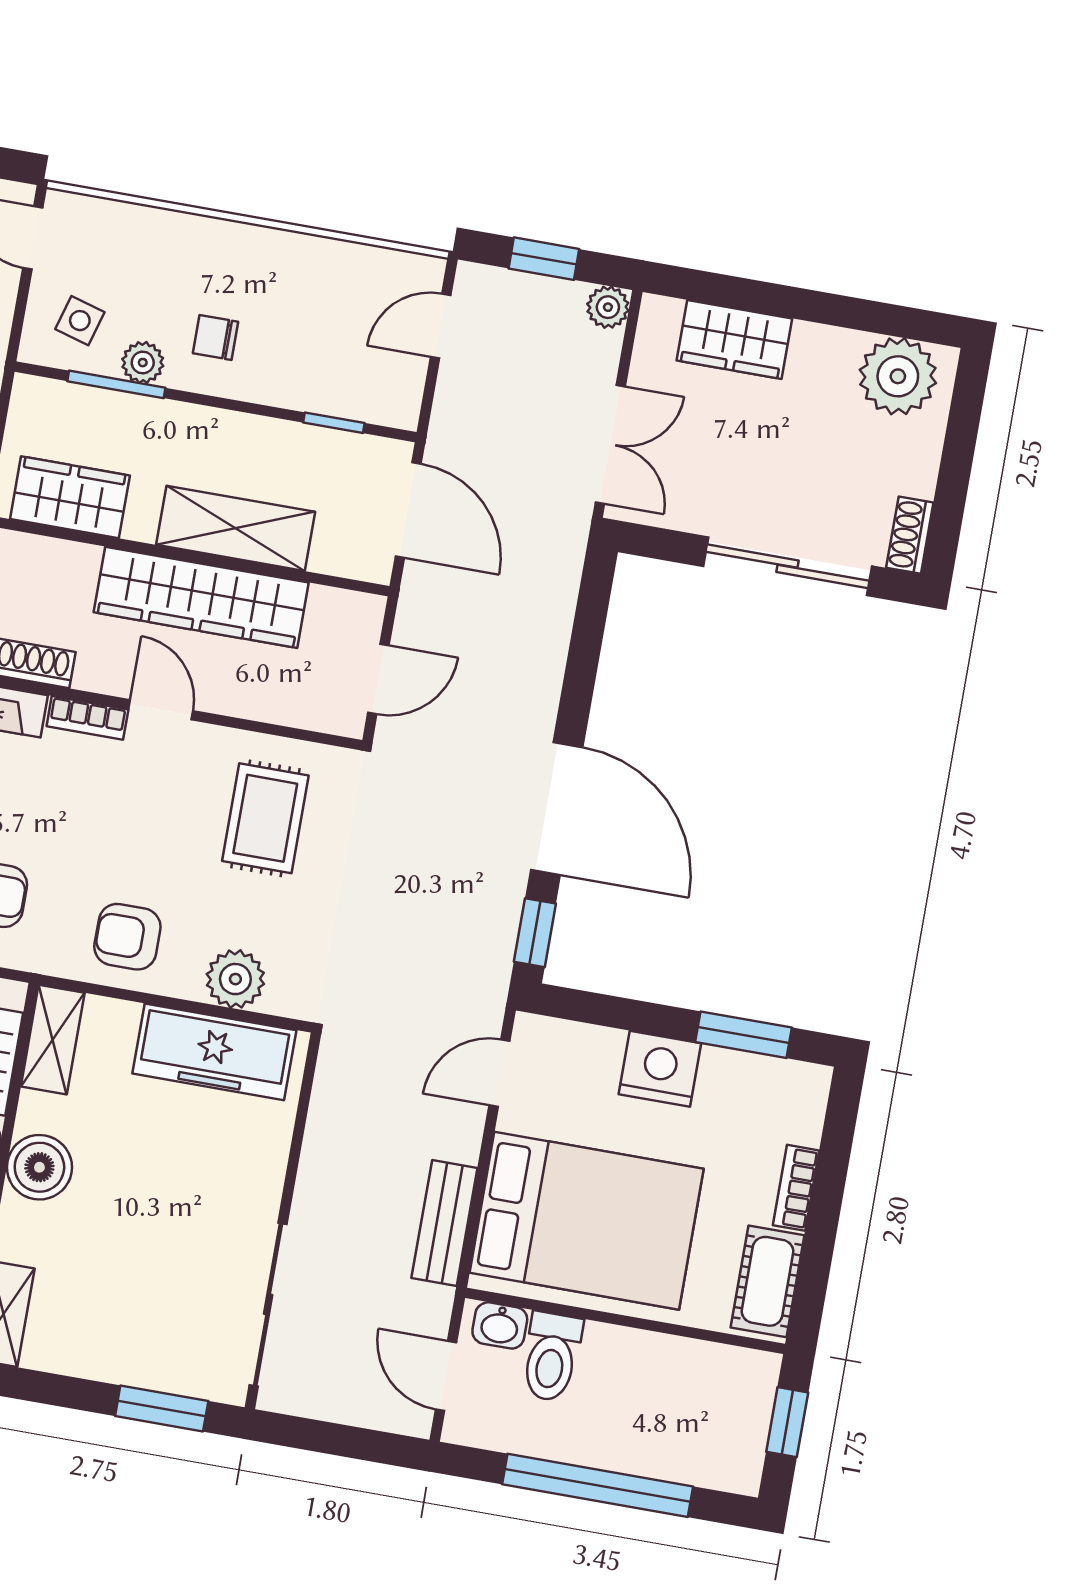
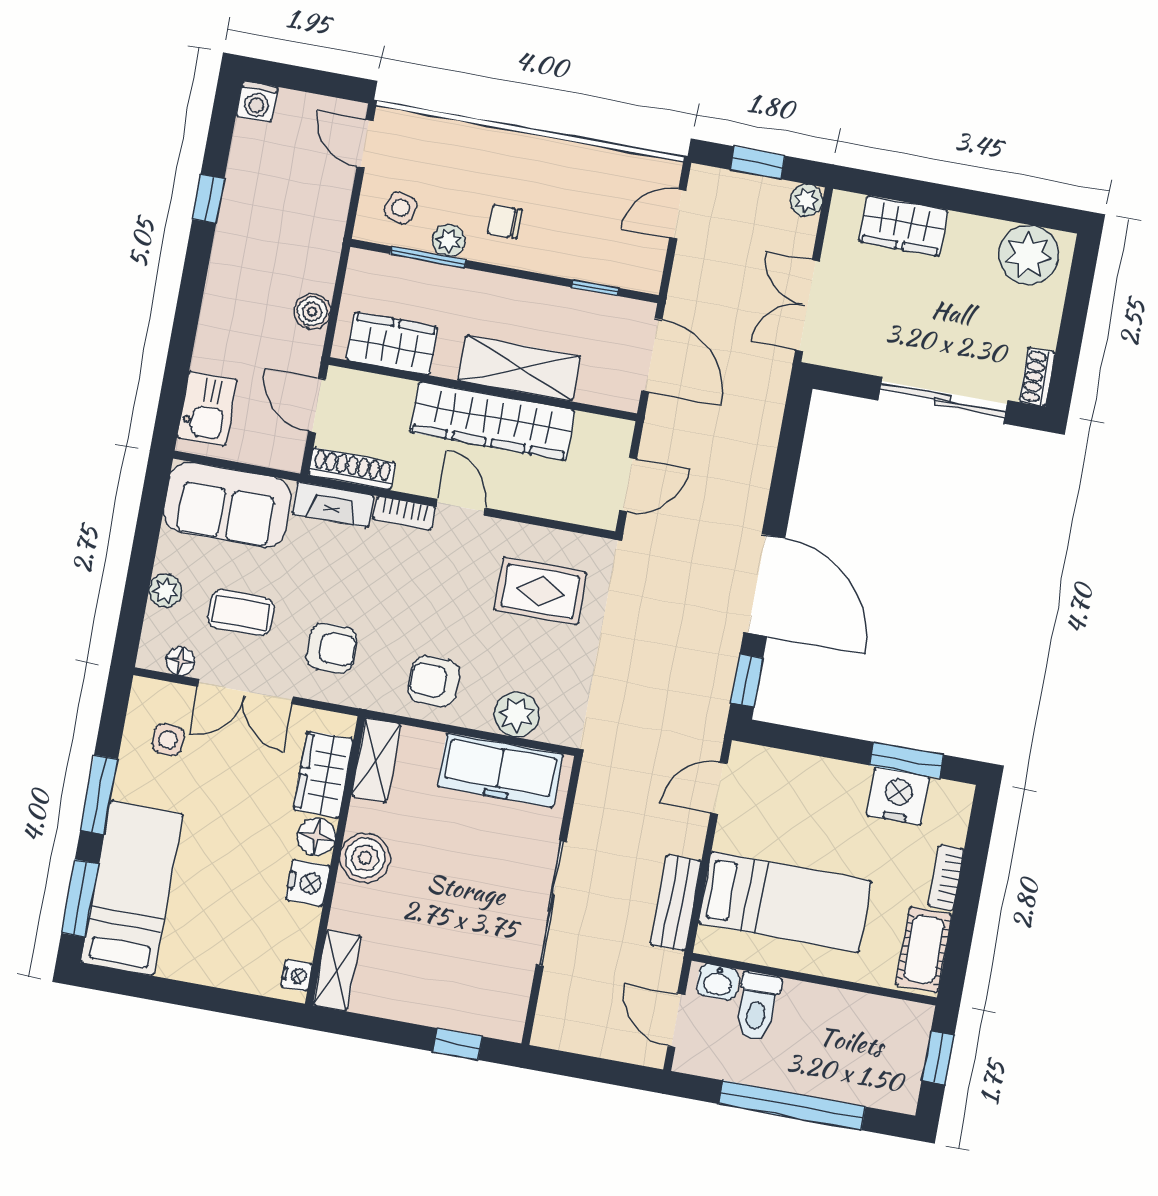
double door: (610, 444) -> (807, 306), swing flipped
rug: (265, 818) -> (540, 591), turned 90
nightstand: (660, 1069) -> (898, 796), moved
bed: (587, 1221) -> (785, 902), width x0.67
sliding door: (268, 1304) -> (551, 903), moved
window: (162, 1409) -> (458, 1044), width x0.67

